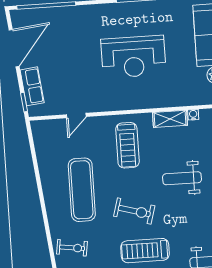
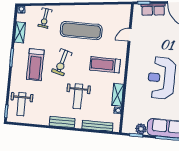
door: (76, 116) -> (130, 35), hinge flipped
weight bench: (182, 178) -> (78, 96), turned 180
treadmill: (145, 251) -> (35, 65), turned 180

